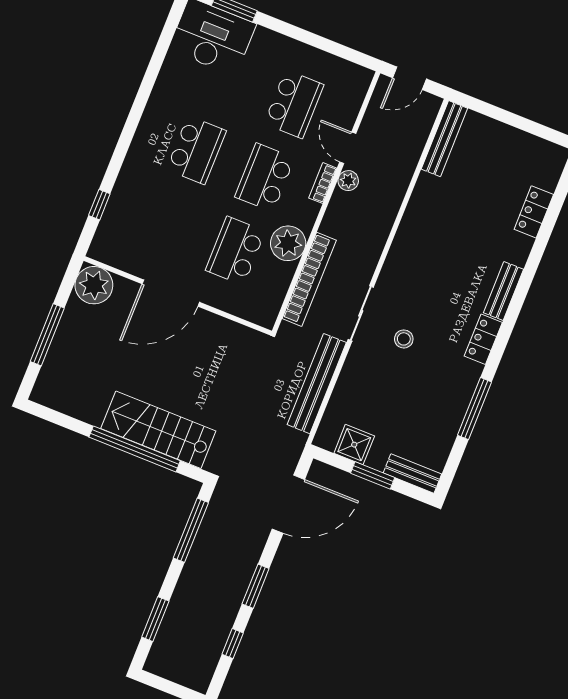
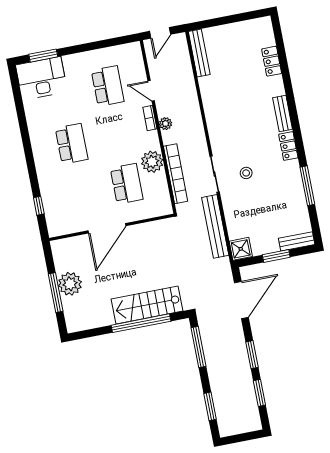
school desk: (265, 177) -> (117, 135), removed
plant: (348, 181) -> (166, 124), moved
school desk: (235, 251) -> (127, 184), turned 180
plant: (94, 285) -> (70, 284), moved
shower: (354, 445) -> (241, 249), moved
window: (233, 644) -> (259, 393), width x1.50

